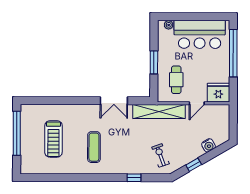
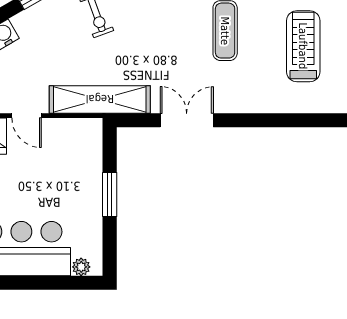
cafe table: (176, 80) -> (66, 161), removed
door: (197, 103) -> (27, 116), swing flipped

